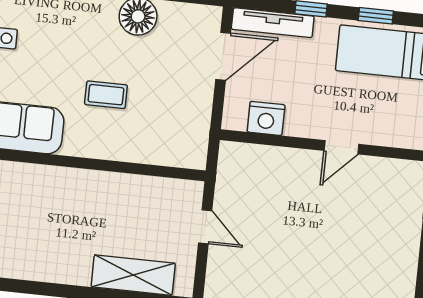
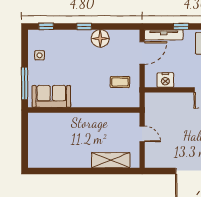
coffee table: (106, 95) -> (120, 82), moved

